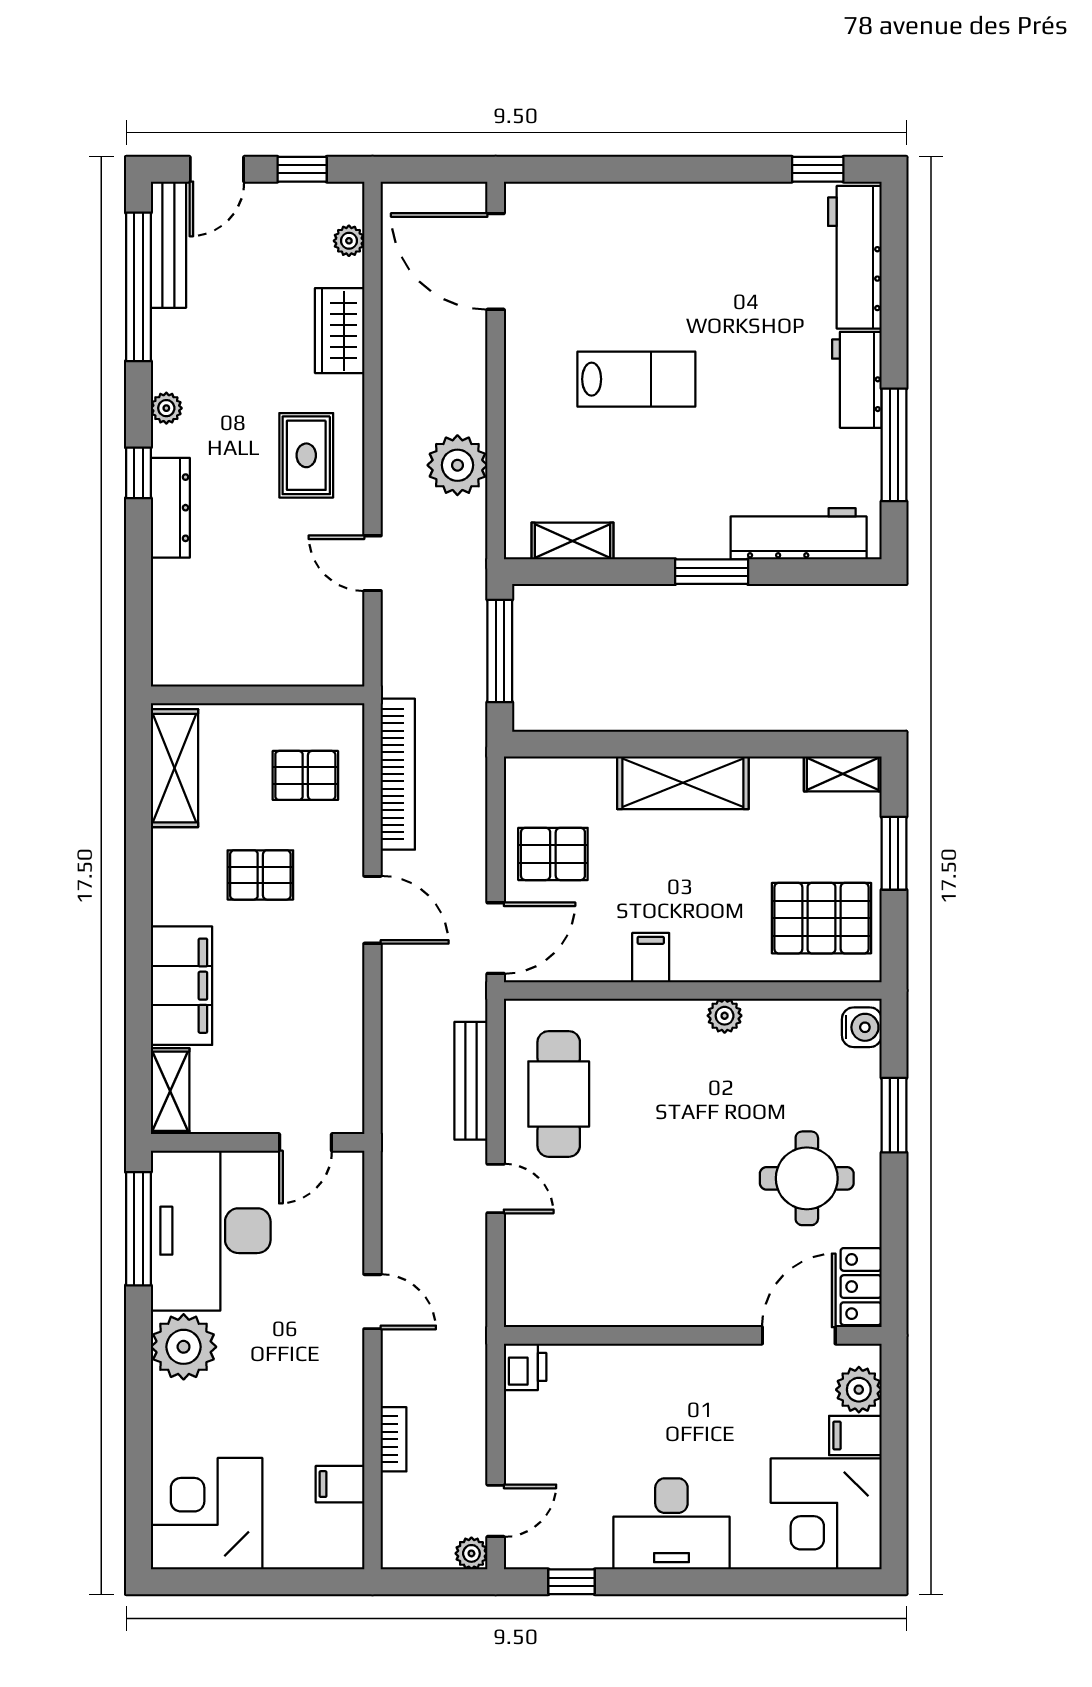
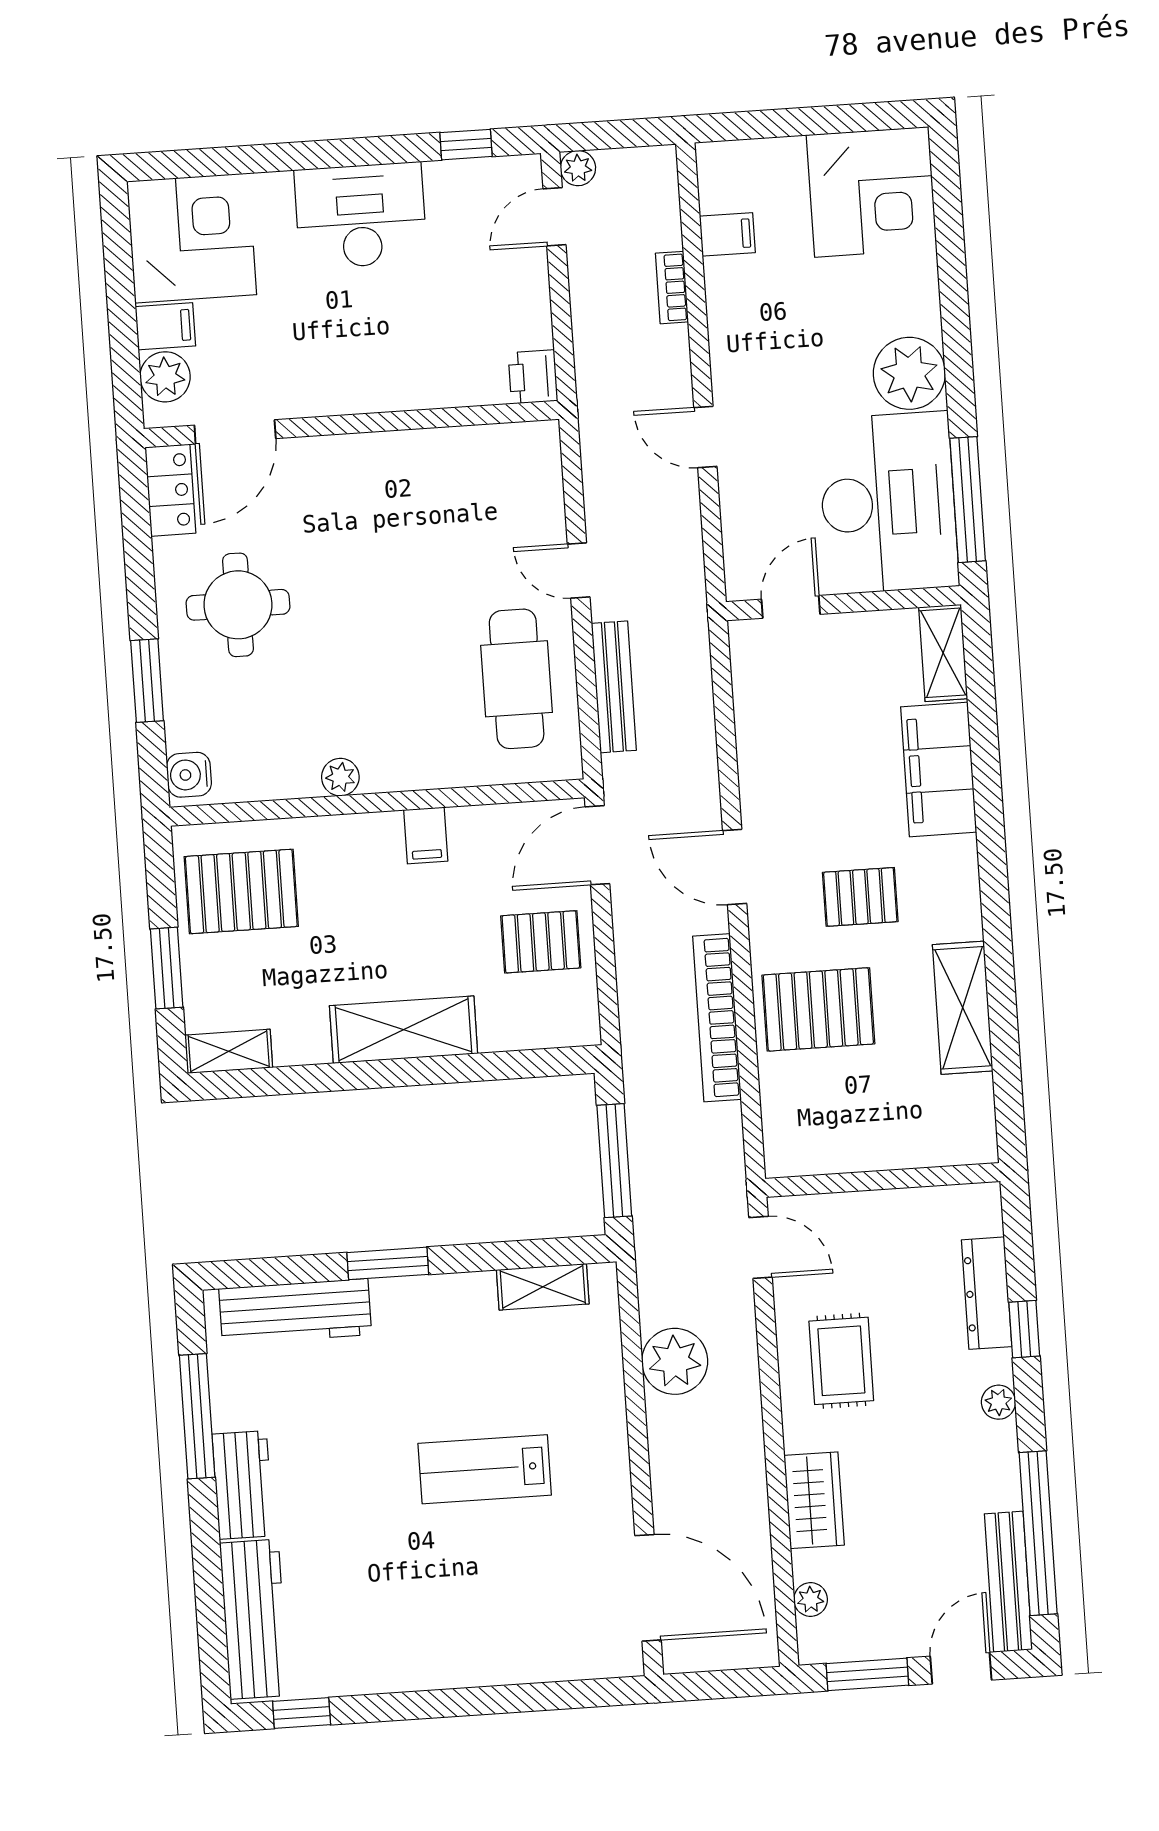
window: (302, 169) -> (867, 1674), width x1.50
wall: (258, 695) -> (883, 1180), moved
pallet: (305, 775) -> (818, 1009), width x1.50, depth x1.42

